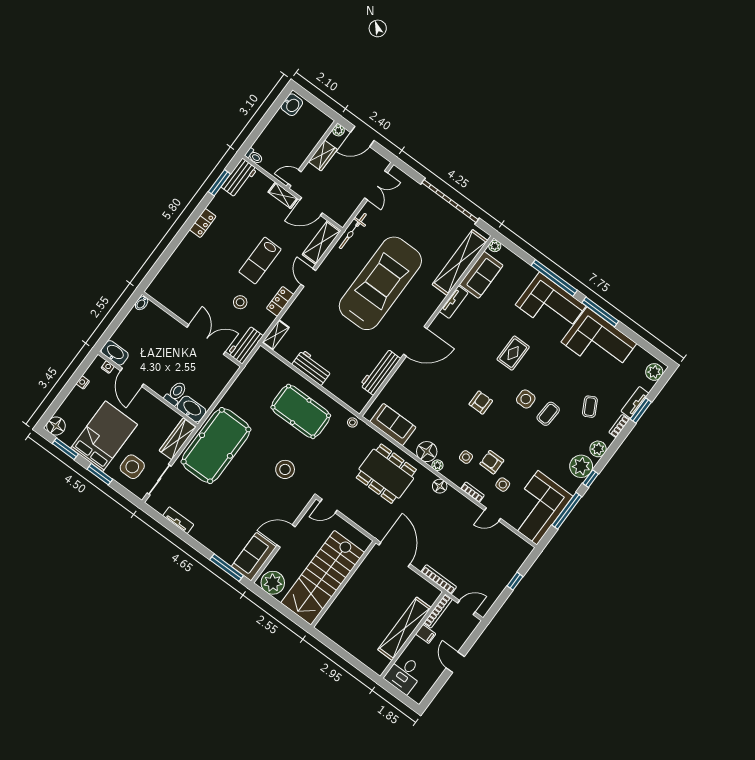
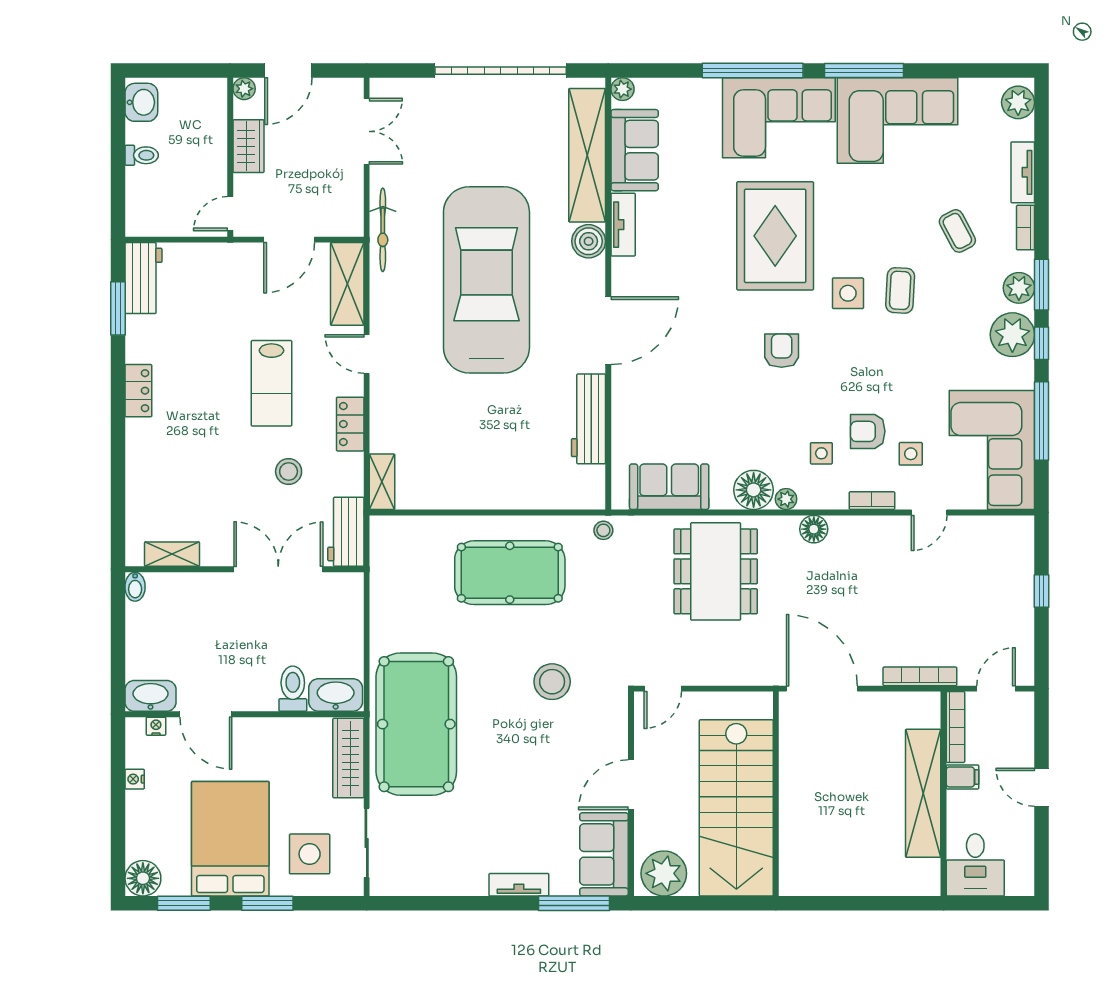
toilet: (254, 156) -> (142, 155), moved
shelving: (283, 195) -> (172, 554), moved
boiler: (434, 298) -> (589, 241), added
rug: (513, 353) -> (775, 236), width x1.86, depth x2.06
workbench: (312, 368) -> (476, 491), removed
window: (641, 411) -> (1042, 285), moved
dining table: (386, 474) -> (716, 571), turned 90
tv unit: (178, 520) -> (519, 885), moved

